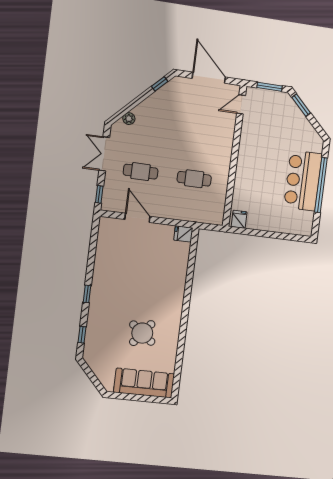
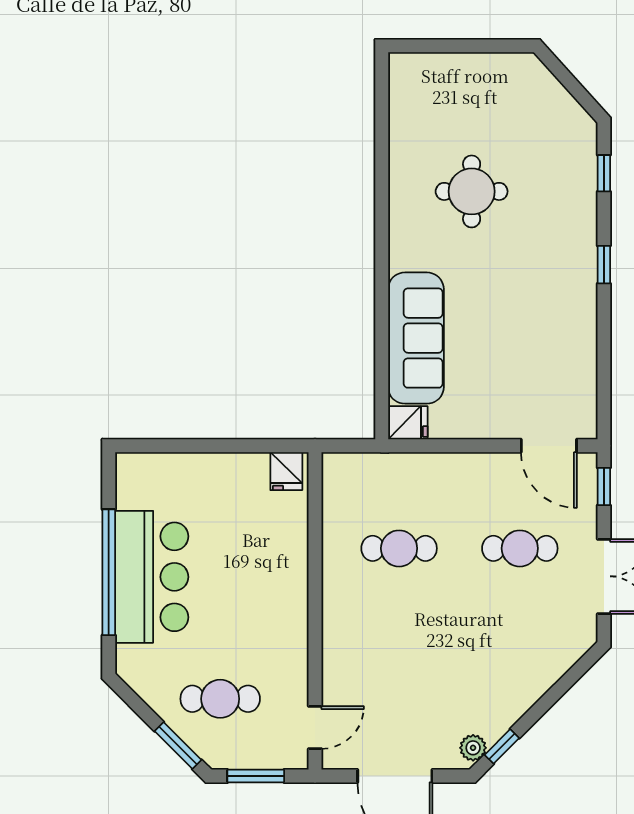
plant: (129, 119) -> (473, 748), moved
cafe table: (280, 123) -> (220, 699), added
door: (137, 218) -> (549, 446), moved
round table: (142, 333) -> (472, 191), turned -38
sofa: (144, 383) -> (416, 338), moved, turned -90

